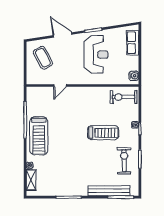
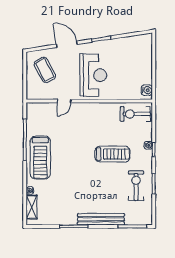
row of seats: (133, 43) -> (146, 53), removed
reception desk: (96, 55) -> (93, 75), moved
bench: (109, 191) -> (101, 219), moved

